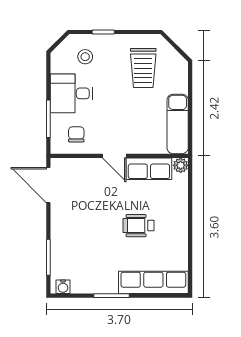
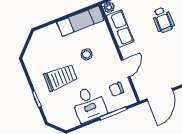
stool: (85, 57) -> (86, 54), moved
trolley: (143, 68) -> (60, 78), moved
door: (114, 156) -> (125, 68), moved

